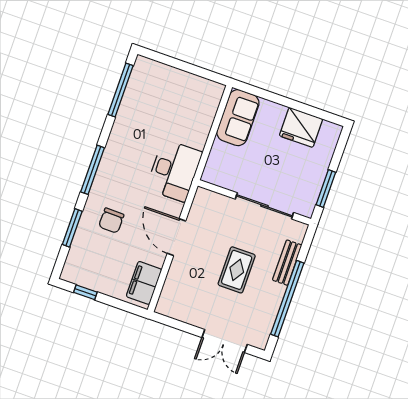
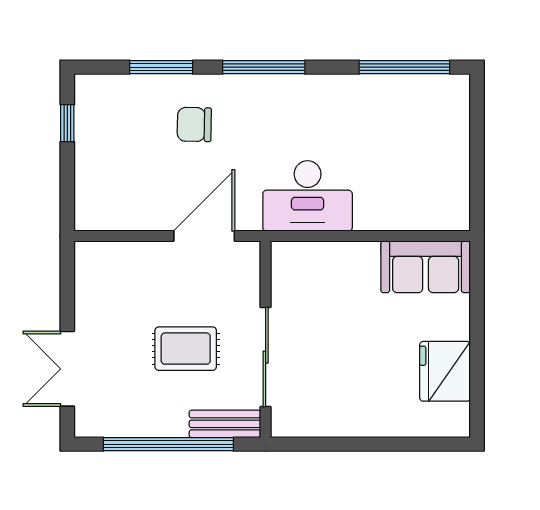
window: (326, 188) -> (363, 444), removed
wall: (254, 202) -> (266, 339), moved
sliding door: (264, 206) -> (266, 357), moved
filing cabinet: (144, 283) -> (114, 210), removed

